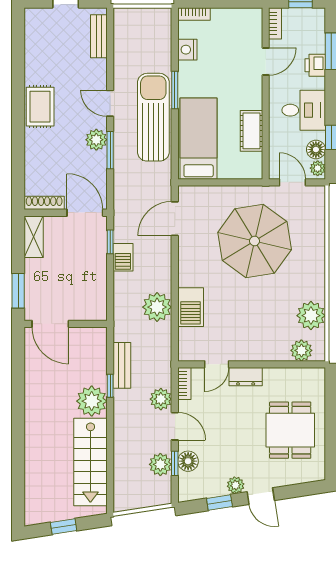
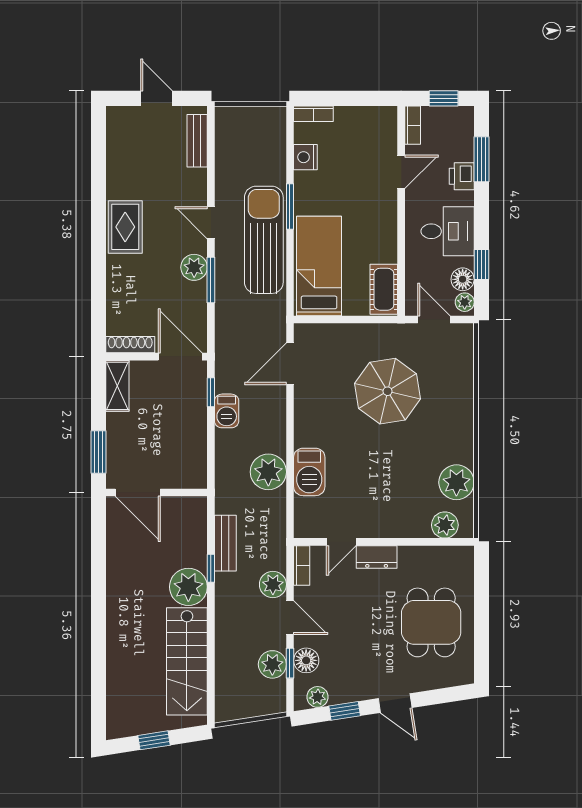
cot: (252, 131) -> (384, 289), moved
parasol: (255, 241) -> (388, 391), width x0.73, depth x0.73
plant: (236, 485) -> (318, 697), moved

